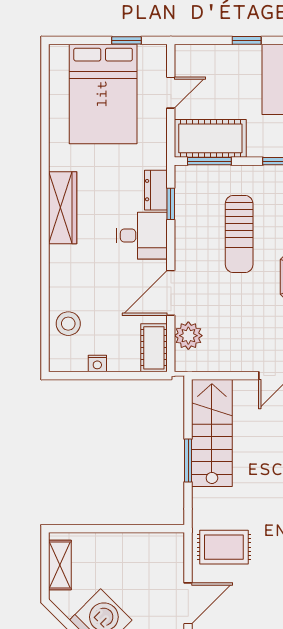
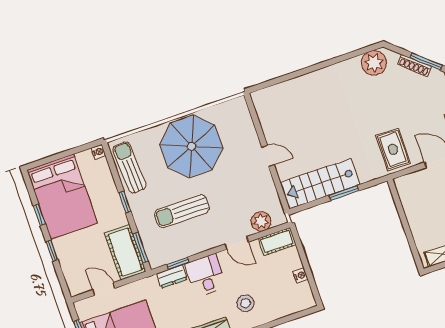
sun lounger: (239, 234) -> (182, 211), turned 180
door: (171, 293) -> (237, 243), width x0.73
stool: (68, 324) -> (246, 303), moved

